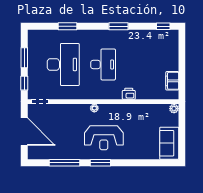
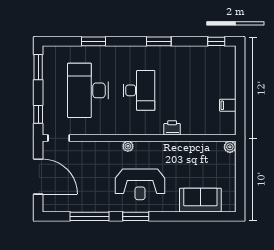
window: (24, 58) -> (38, 67), moved
desk: (63, 64) -> (88, 90), turned 180
filing cabinet: (172, 81) -> (228, 105), width x0.50
sofa: (169, 143) -> (200, 200), moved, turned 90

